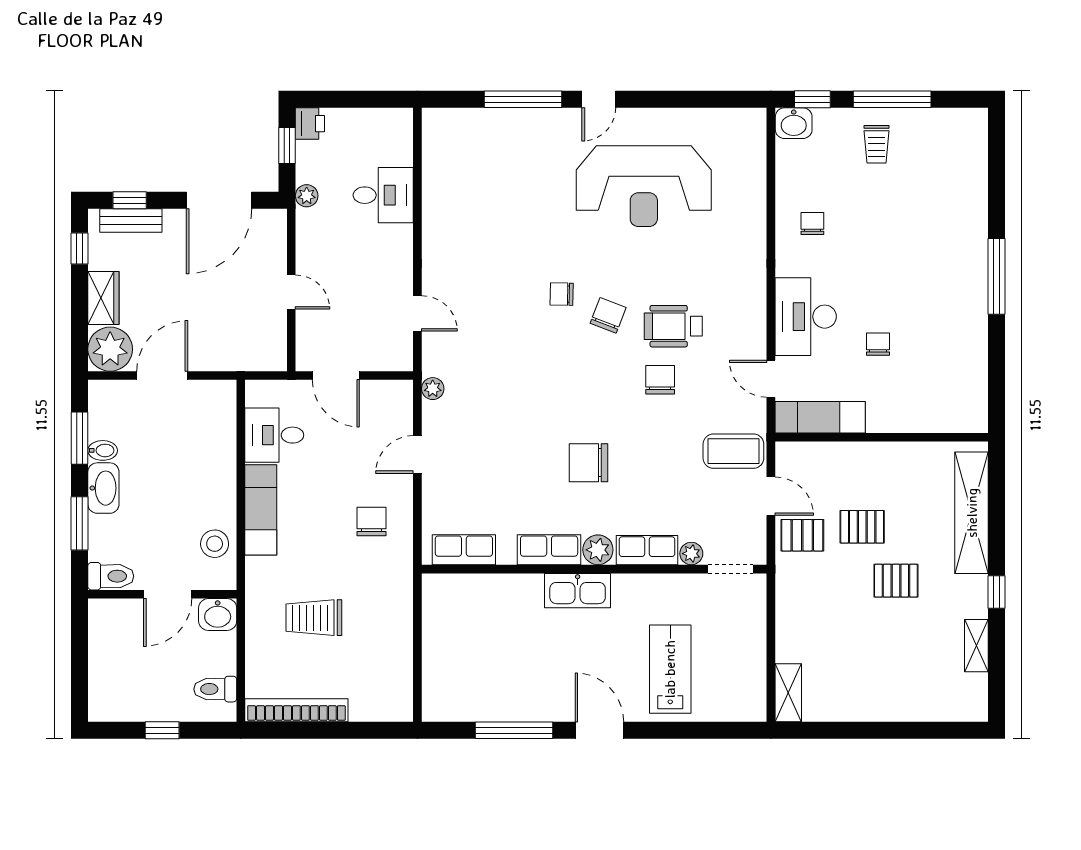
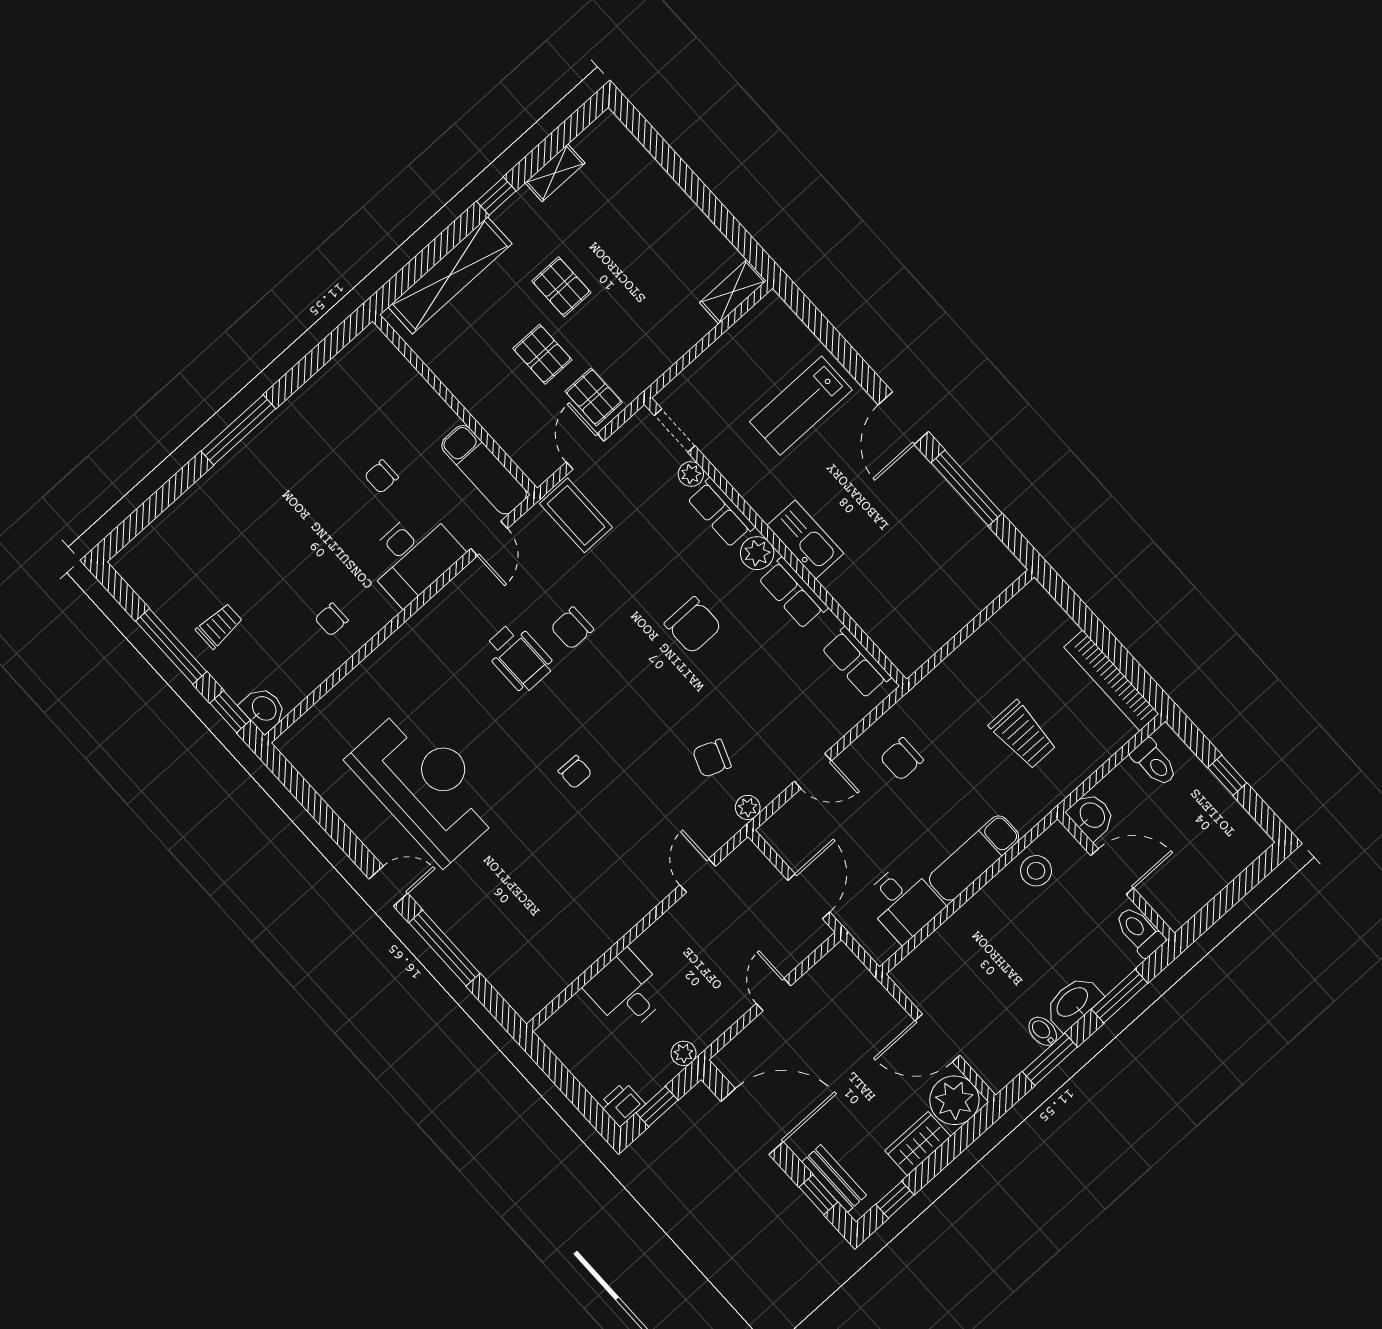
chair: (608, 315) -> (712, 758), moved

